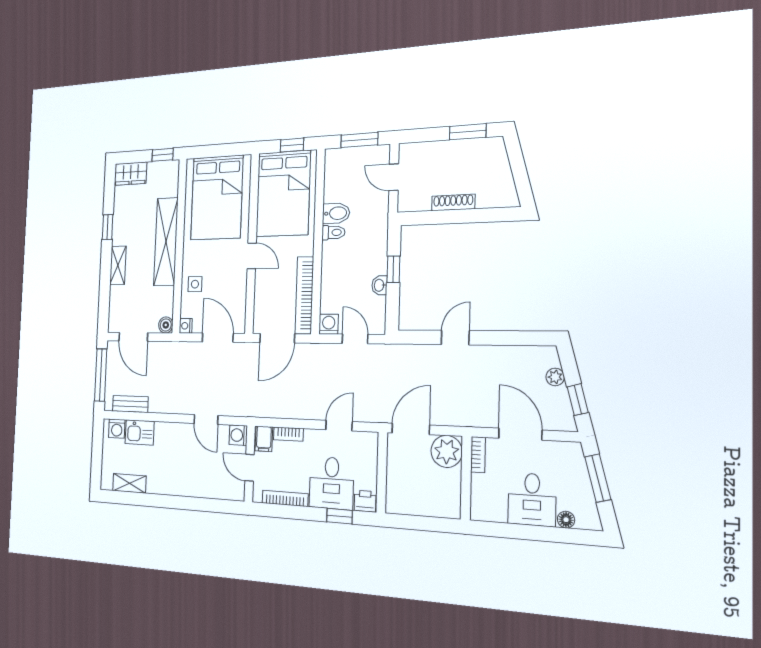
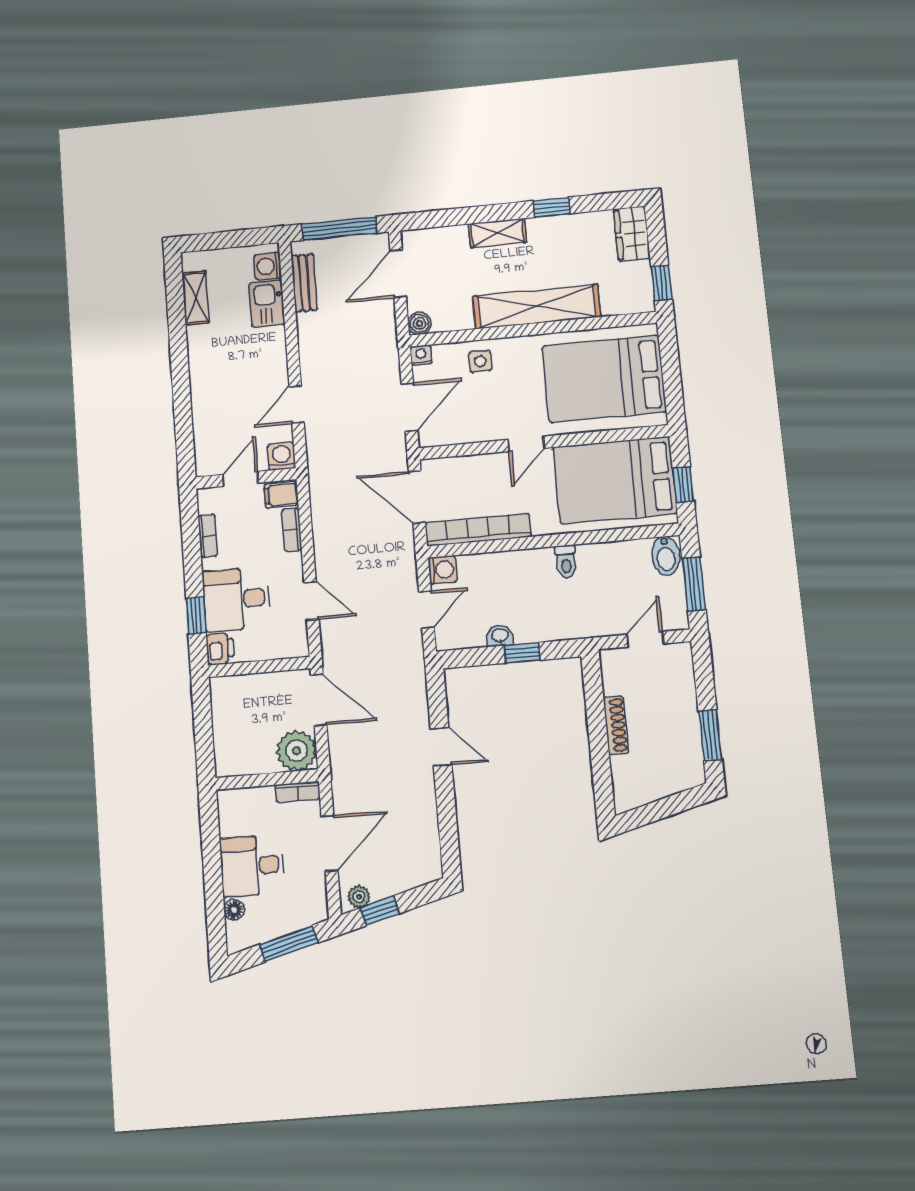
bidet: (336, 213) -> (666, 556), moved
plant: (555, 377) -> (359, 897), moved
bookcase: (285, 498) -> (208, 536), width x0.64

